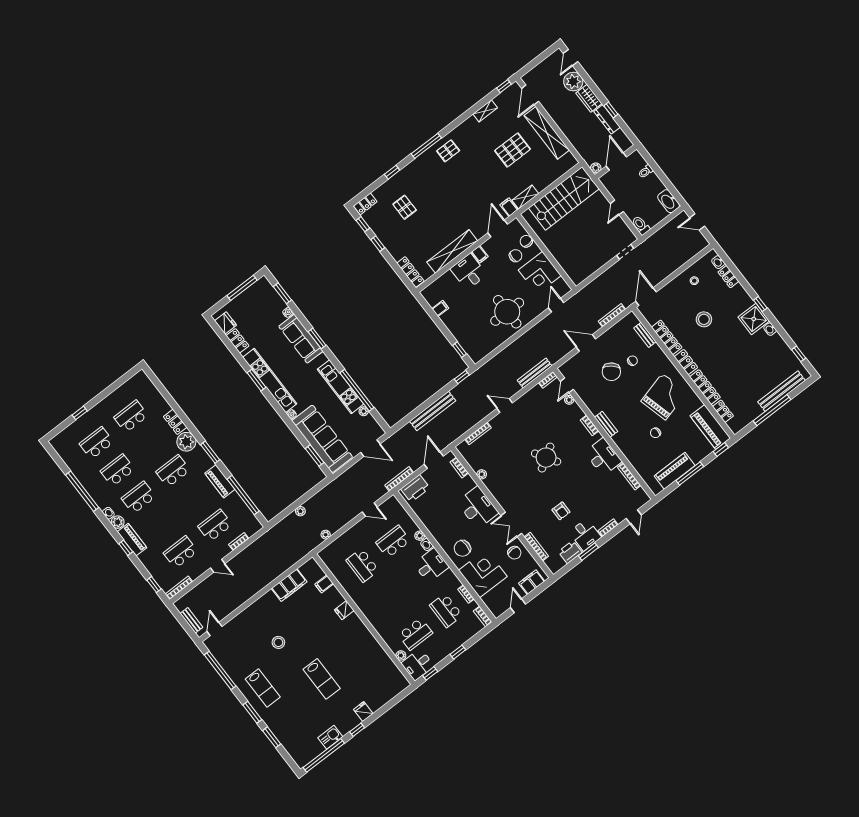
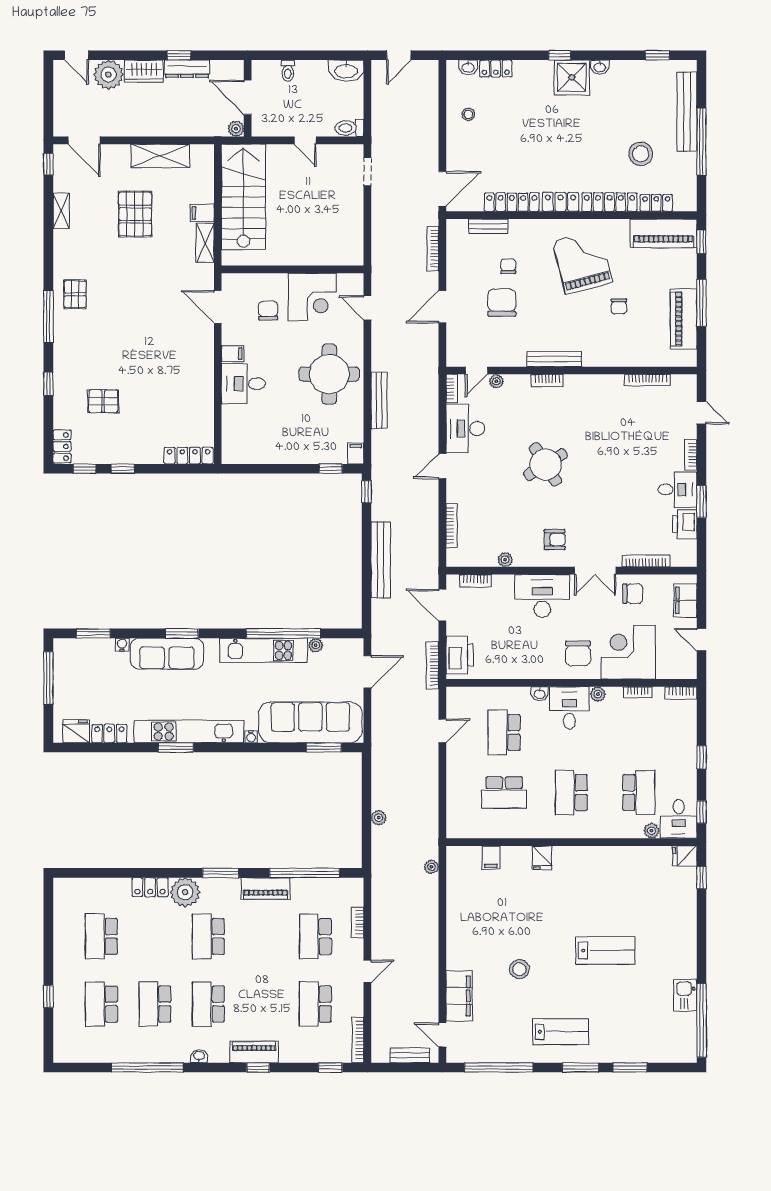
shelving: (547, 133) -> (160, 156), width x0.68
filing cabinet: (509, 207) -> (202, 213), moved
chair: (526, 241) -> (260, 284), removed
shelving: (452, 251) -> (203, 385), removed
door: (646, 297) -> (442, 189), swing flipped
filing cabinet: (440, 308) -> (356, 453), moved
stool: (704, 319) -> (641, 154), moved
chair: (611, 372) -> (502, 303), turned -130
bench: (535, 373) -> (379, 400), moved
door: (567, 385) -> (476, 371), hinge flipped
bench: (606, 424) -> (554, 359), width x1.36
desk: (603, 457) -> (465, 429), moved, turned -90
armchair: (561, 511) -> (555, 540), moved
plant: (118, 522) -> (219, 1053), removed
plant: (326, 535) -> (431, 867), moved
plant: (420, 536) -> (598, 694), moved
filing cabinet: (289, 585) -> (459, 996), moved
school desk: (446, 610) -> (571, 793), moved, turned 90
fridge: (363, 711) -> (685, 856), moved
window: (357, 730) -> (701, 878), moved

